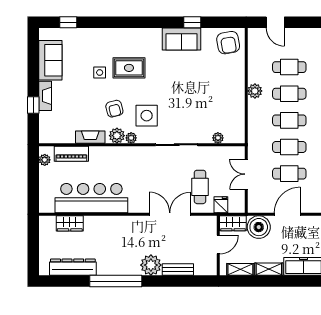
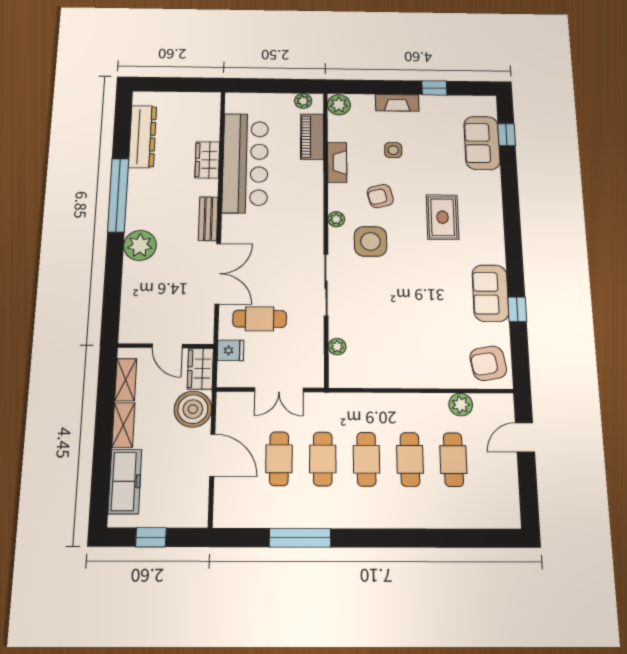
sofa: (50, 60) -> (482, 143), moved, turned 90
side table: (100, 72) -> (393, 150), moved
plant: (255, 91) -> (461, 405), moved
window: (33, 105) -> (434, 88), moved
plant: (117, 136) -> (339, 105), moved
double door: (246, 174) -> (279, 390), swing flipped
wardrobe: (70, 223) -> (207, 160), moved
bench: (178, 270) -> (208, 219), moved

